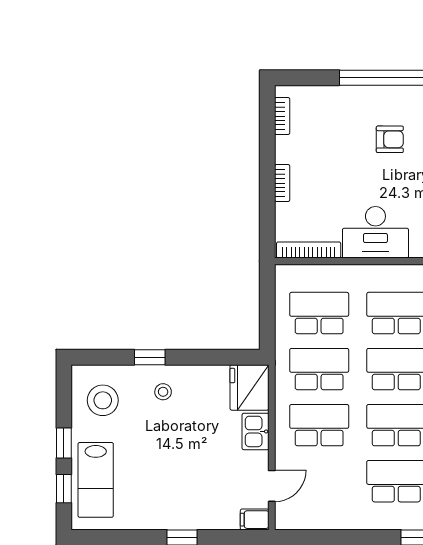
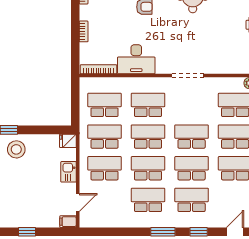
fridge: (249, 387) -> (68, 141), width x0.53, depth x0.75
stool: (163, 392) -> (16, 149), width x1.89, depth x1.89

